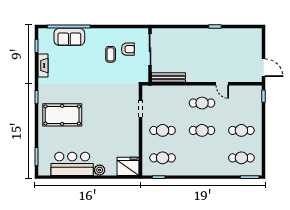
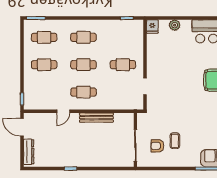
dresser: (257, 43) -> (29, 152), added
bench: (168, 77) -> (96, 118), moved
door: (222, 84) -> (63, 111), swing flipped
cafe table: (163, 158) -> (83, 37), moved
fridge: (128, 166) -> (152, 27), width x0.53, depth x0.75
plant: (100, 170) -> (175, 25), moved

